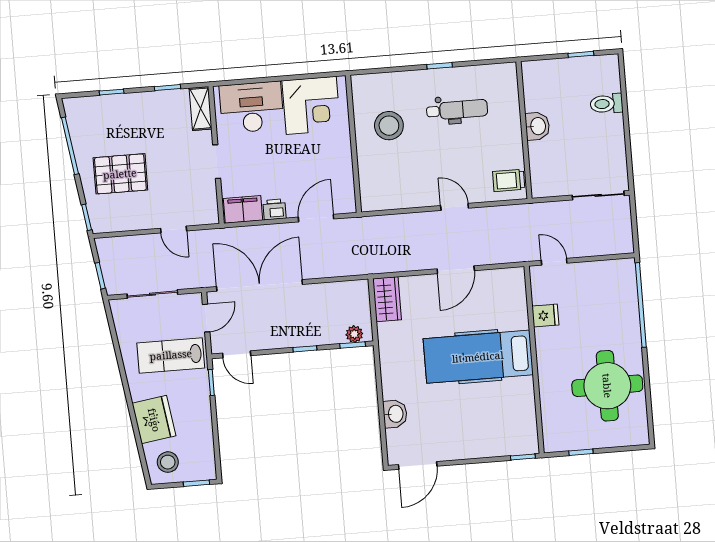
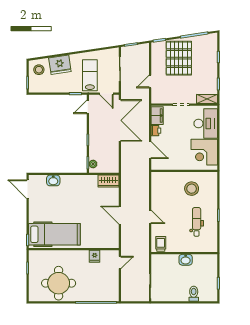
dental chair: (457, 110) -> (197, 222), turned 180
pallet: (120, 174) -> (179, 58), width x1.37, depth x1.41
door: (455, 207) -> (150, 217), hinge flipped
hospital bed: (478, 357) -> (54, 234), moved, turned 90

